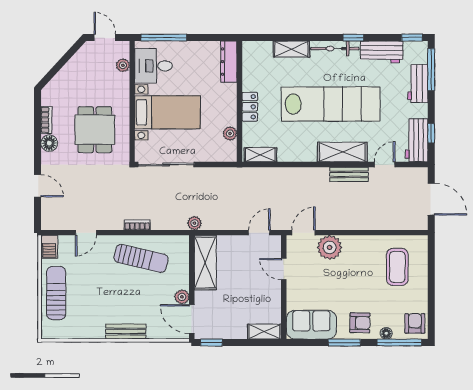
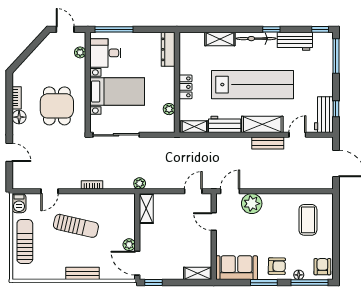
workbench: (418, 84) -> (225, 124), moved, turned 90
sun lounger: (141, 258) -> (76, 226), moved
shelving: (205, 263) -> (146, 209), width x0.67, depth x0.75

